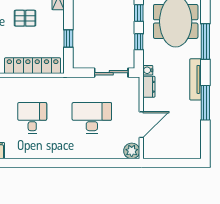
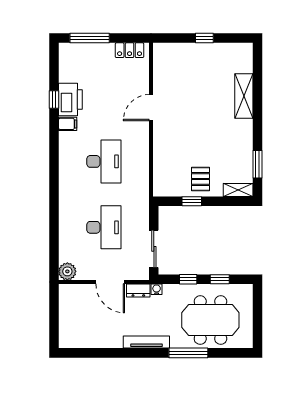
pallet: (25, 18) -> (200, 179), moved
locker: (33, 66) -> (162, 162), removed
window: (205, 103) -> (121, 353), removed
desk: (32, 118) -> (104, 161), width x1.37
door: (141, 125) -> (110, 282), moved

